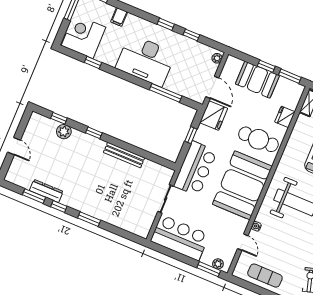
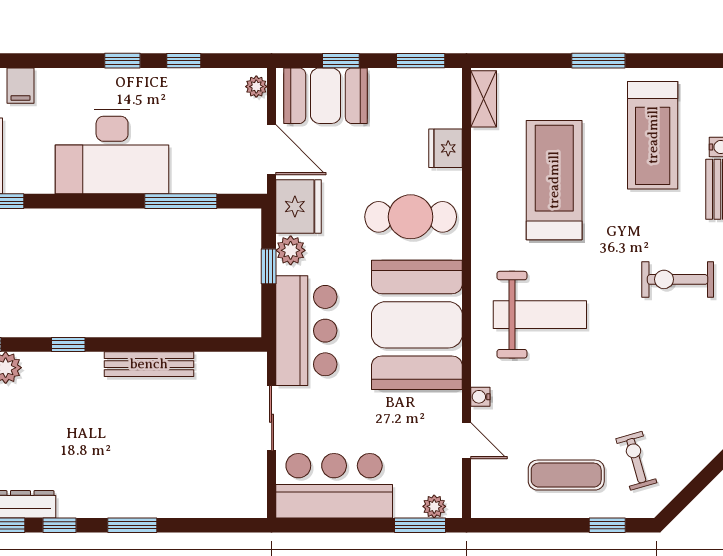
window: (266, 66) -> (341, 61), moved
booth: (257, 80) -> (326, 96), moved
plant: (203, 132) -> (291, 250), added
exercise mat: (265, 276) -> (566, 475), moved

